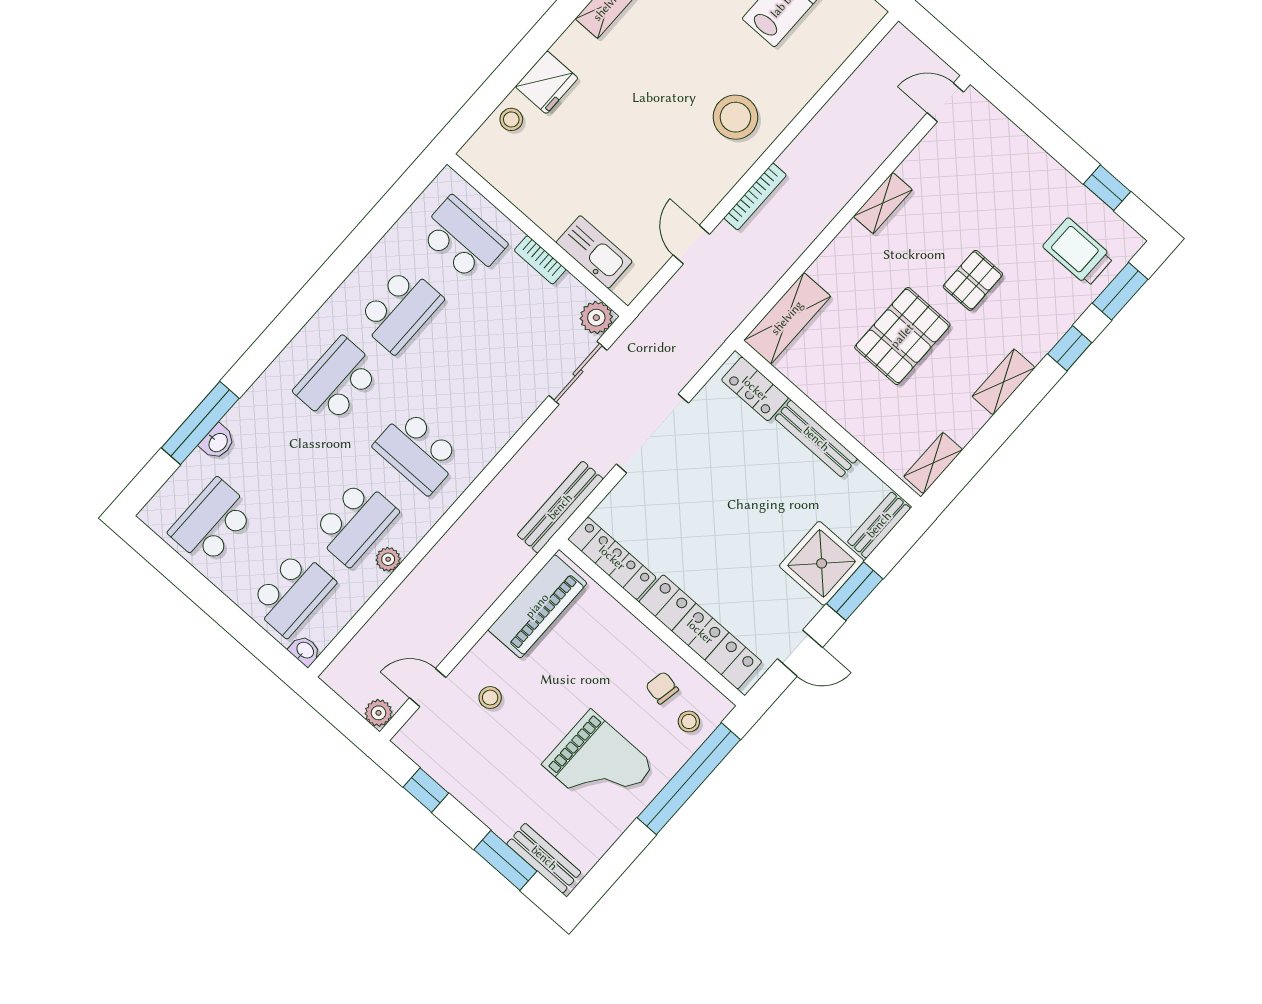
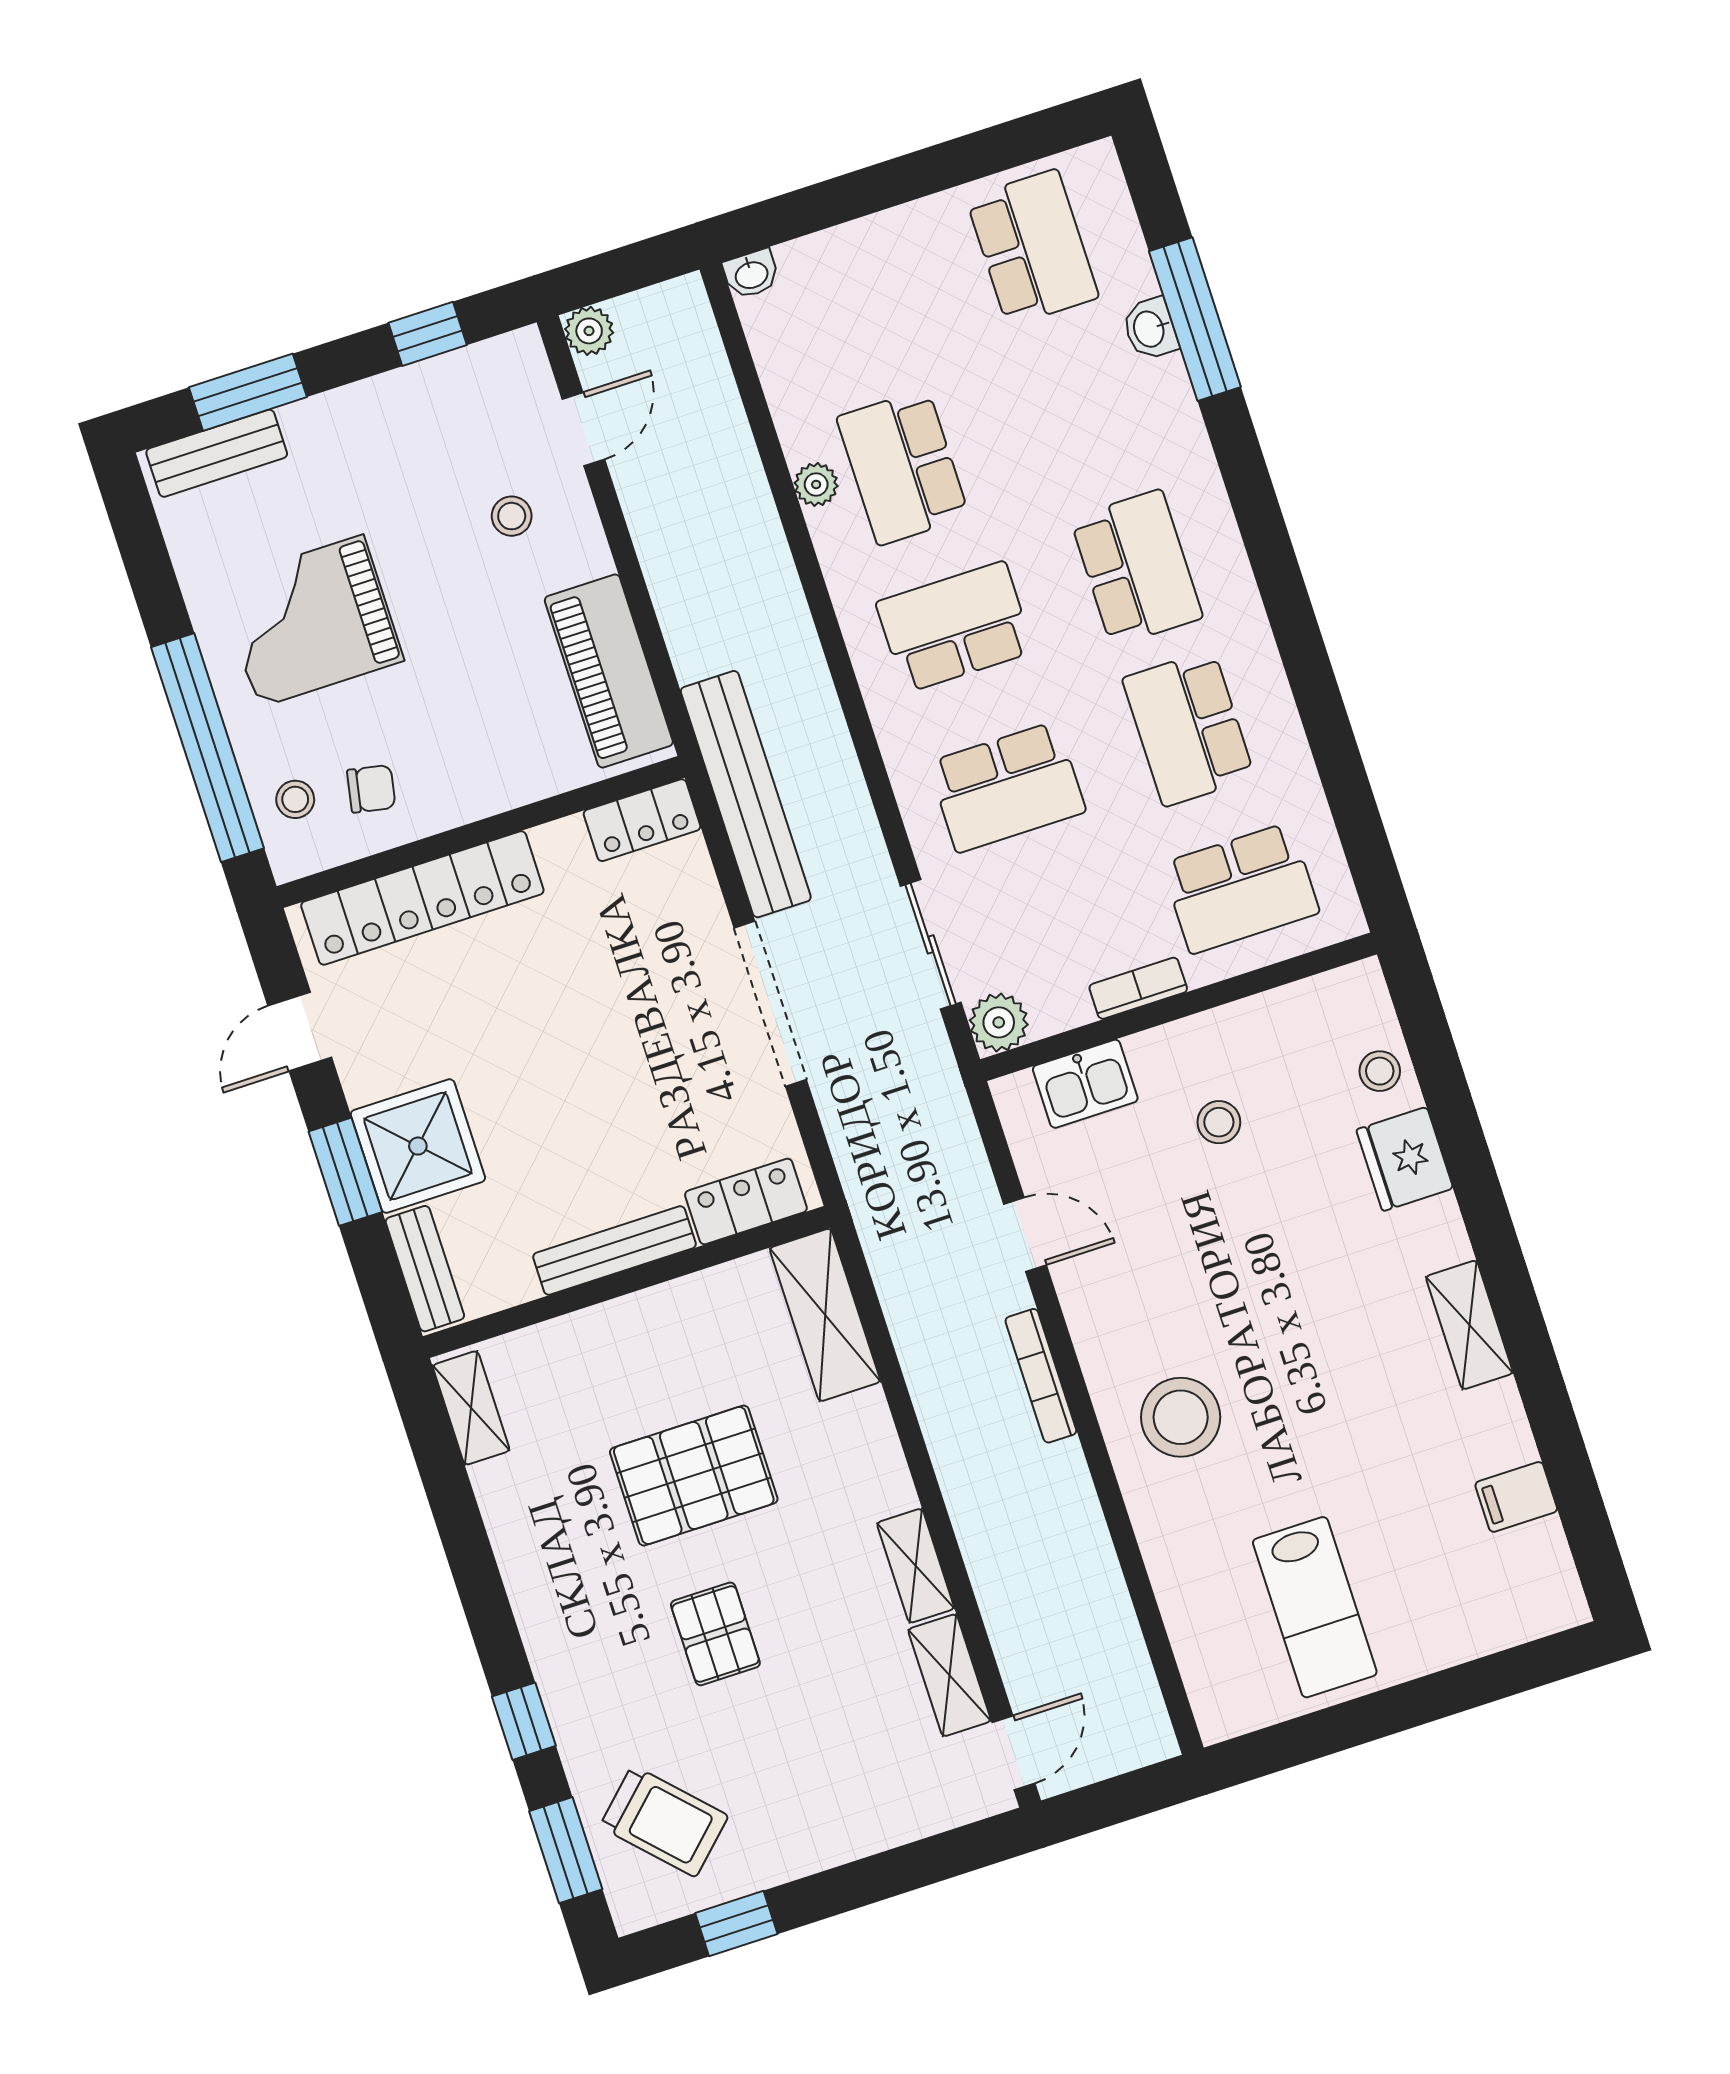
stool: (582, 183) -> (1219, 1122), added
kitchen sink: (594, 252) -> (1085, 1084), width x0.73
trolley: (1078, 252) -> (664, 1821), turned 46
pallet: (902, 336) -> (694, 1476), turned 90
shelving: (1004, 382) -> (949, 1675), moved
bench: (560, 507) -> (746, 794), width x1.37, depth x1.21
locker: (612, 558) -> (642, 820), width x0.66
school desk: (292, 593) -> (1007, 787), moved, turned -90

